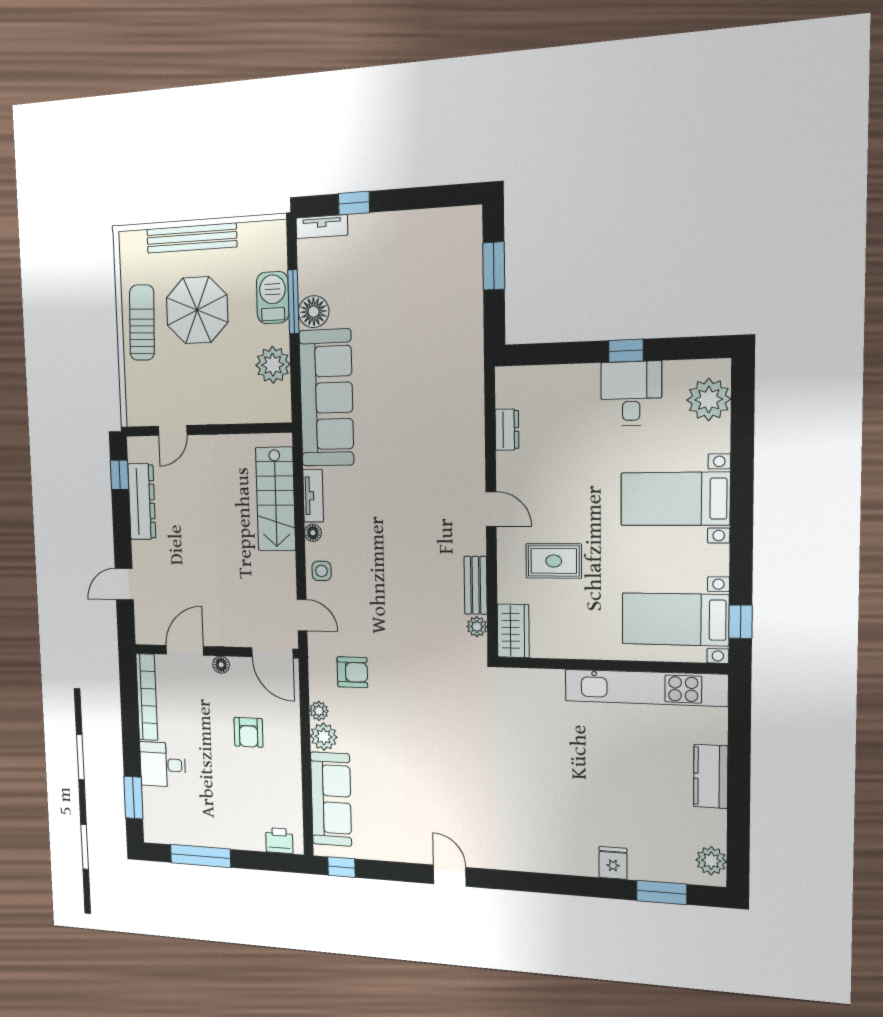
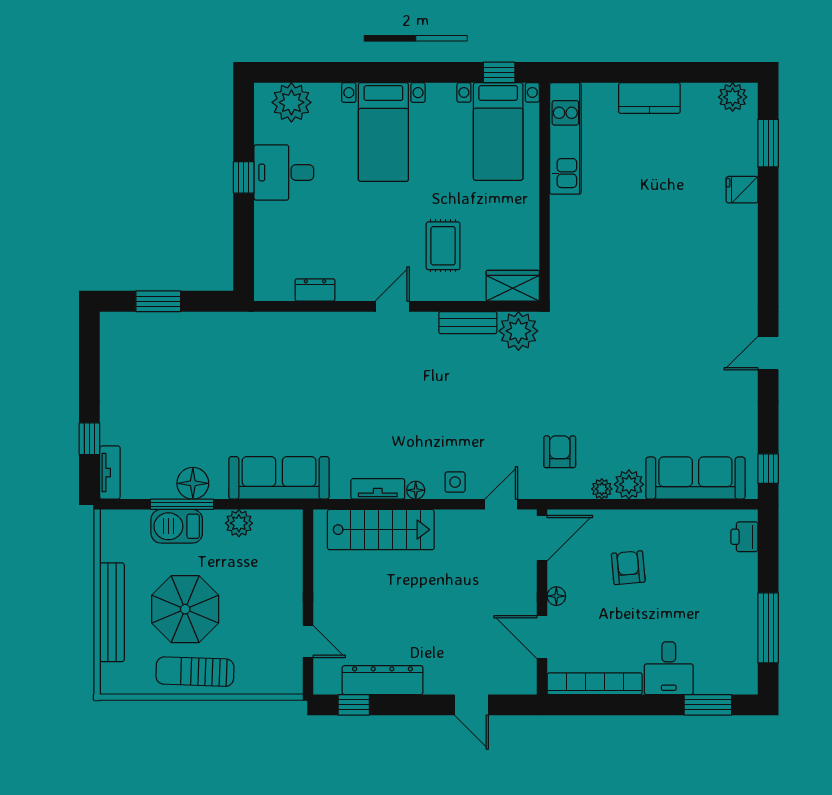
plant: (273, 365) -> (239, 523), width x0.73, depth x0.73
sofa: (326, 398) -> (279, 478), width x0.74, depth x0.79
plant: (477, 627) -> (518, 331), width x1.88, depth x1.88
kitchen unit: (646, 688) -> (565, 138), width x0.73
armchair: (248, 732) -> (628, 568), turned -95

